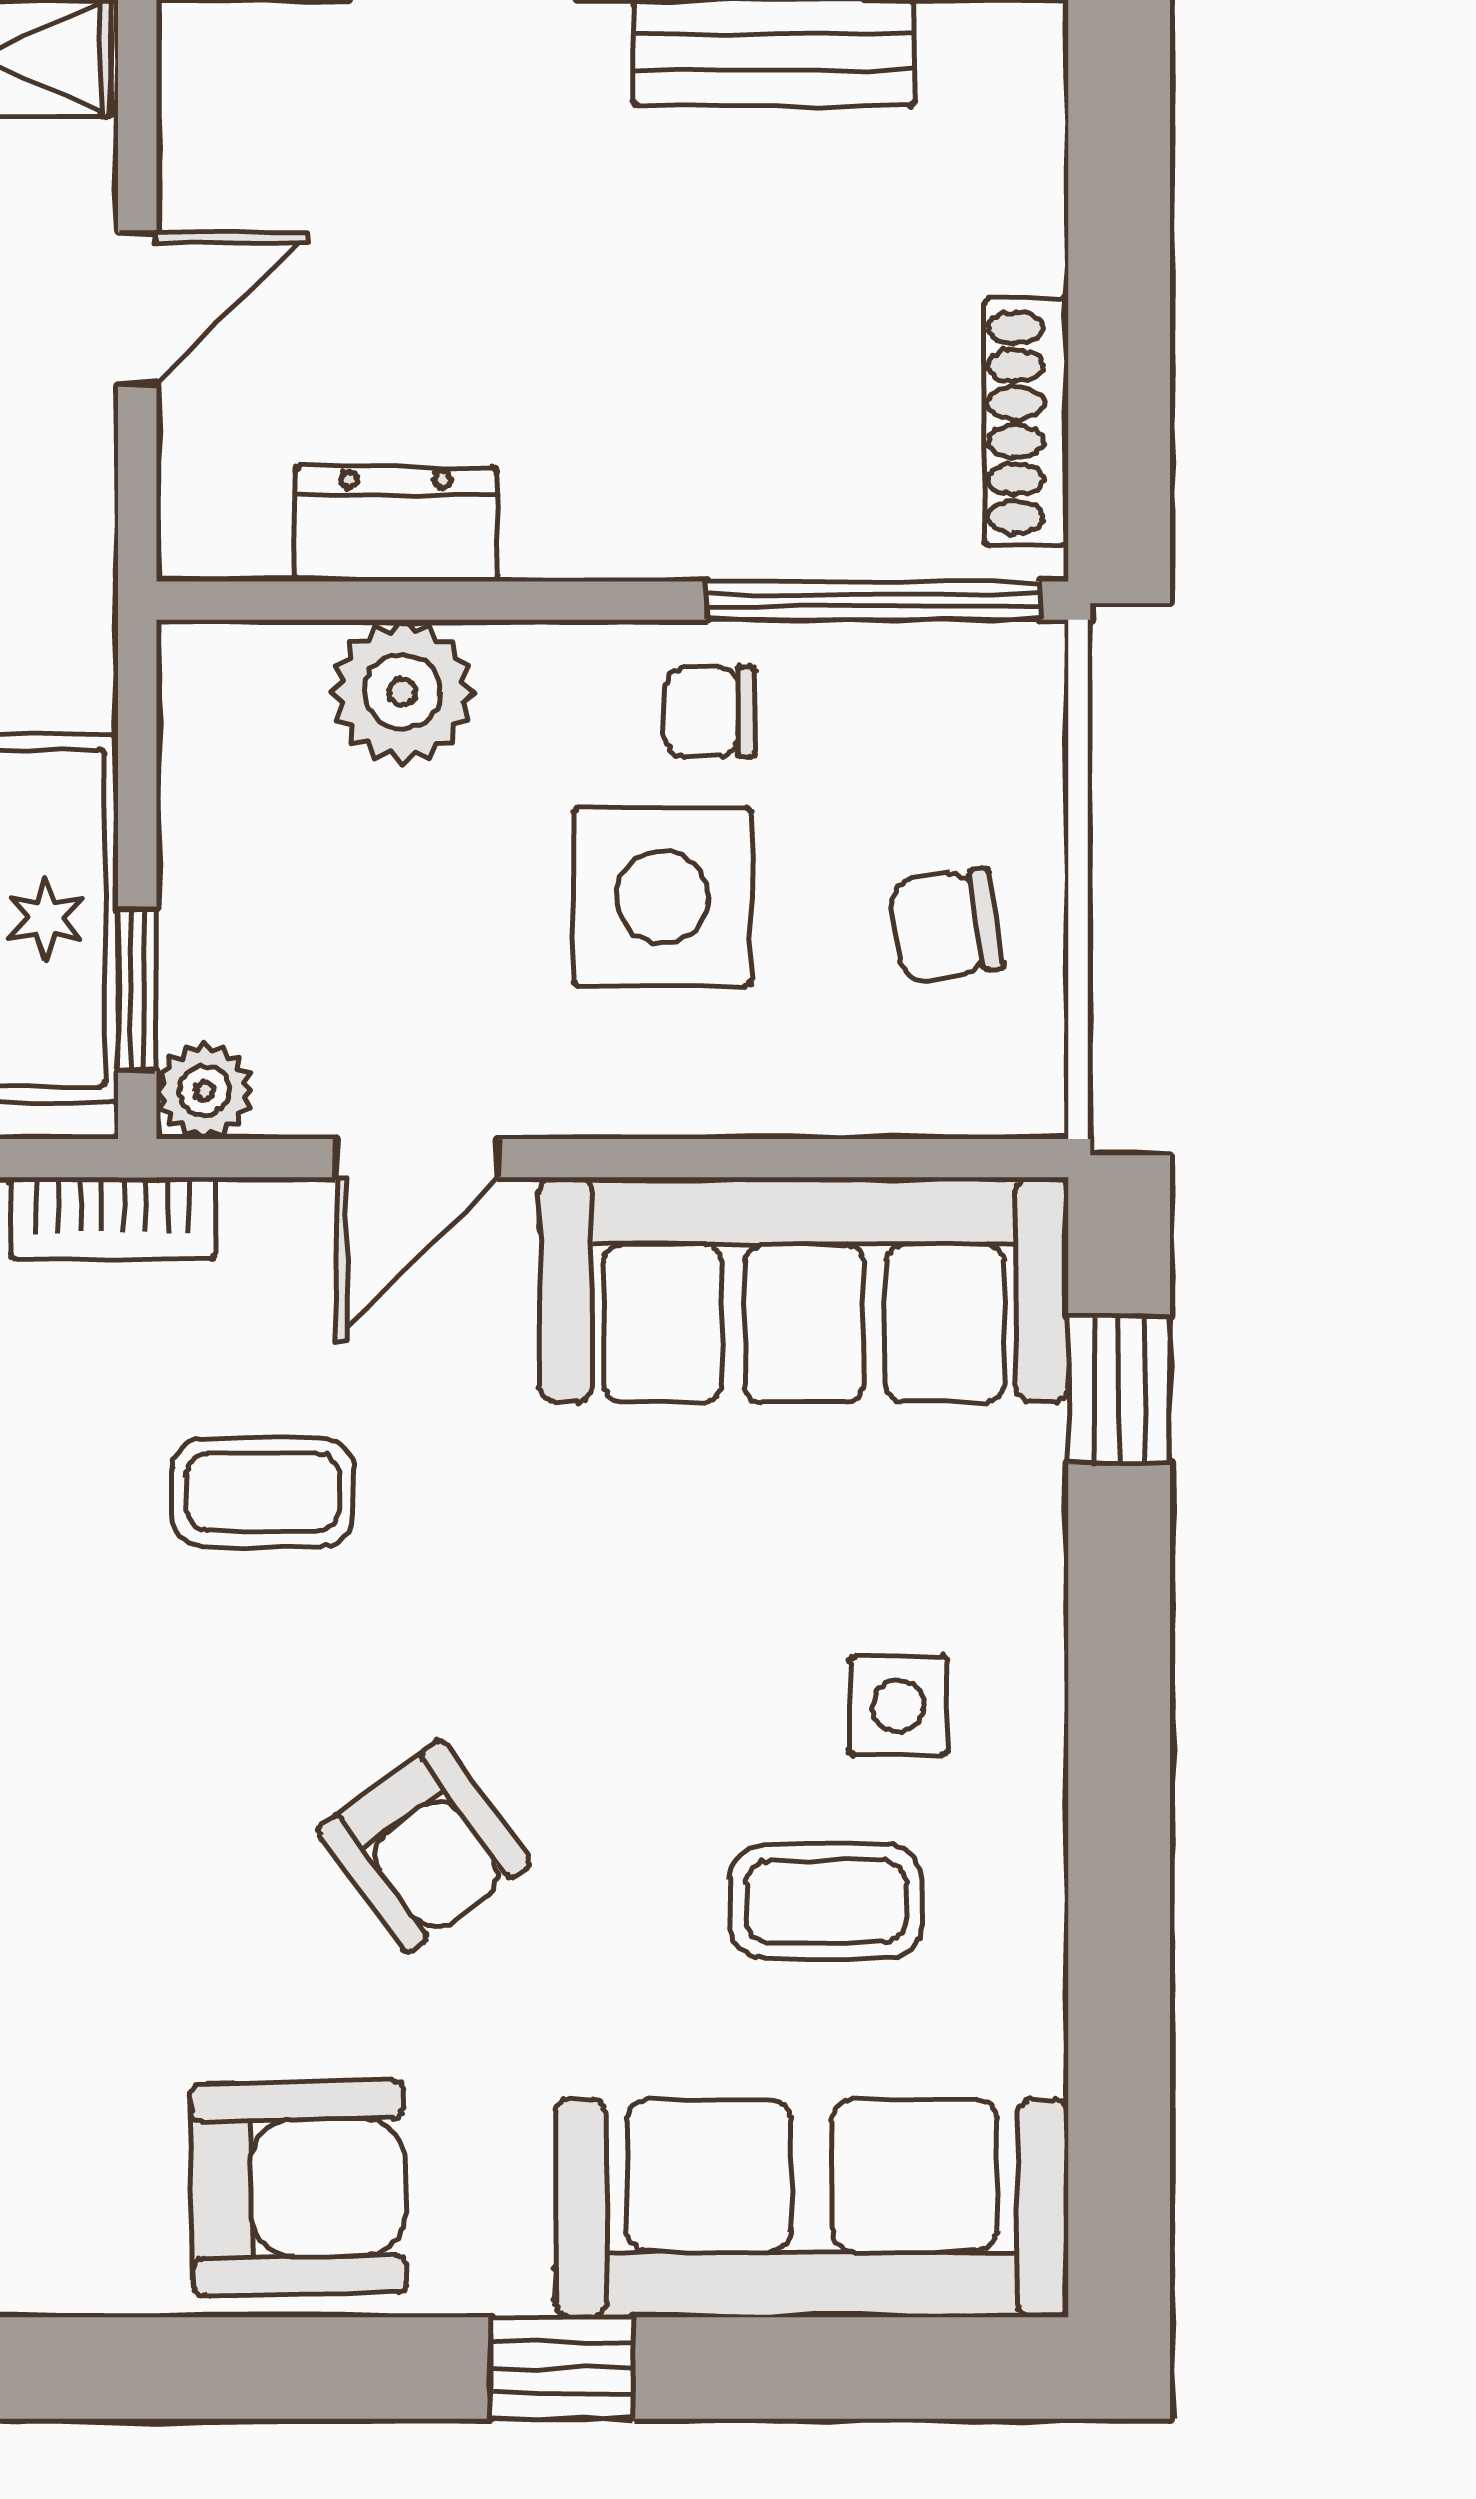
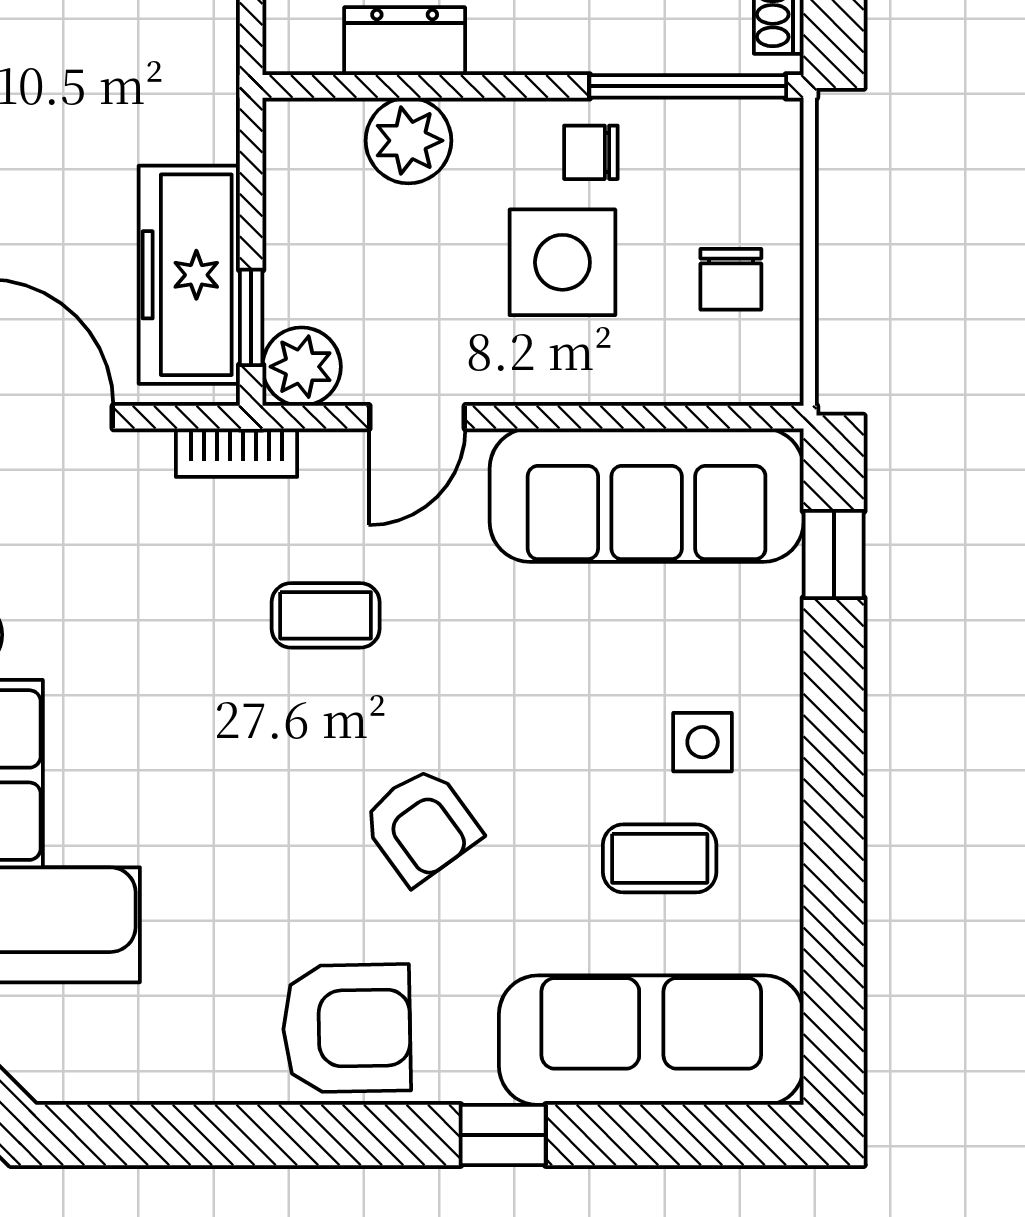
chair: (946, 926) -> (731, 279), turned -81
plant: (204, 1091) -> (302, 367), width x1.38, depth x1.38

